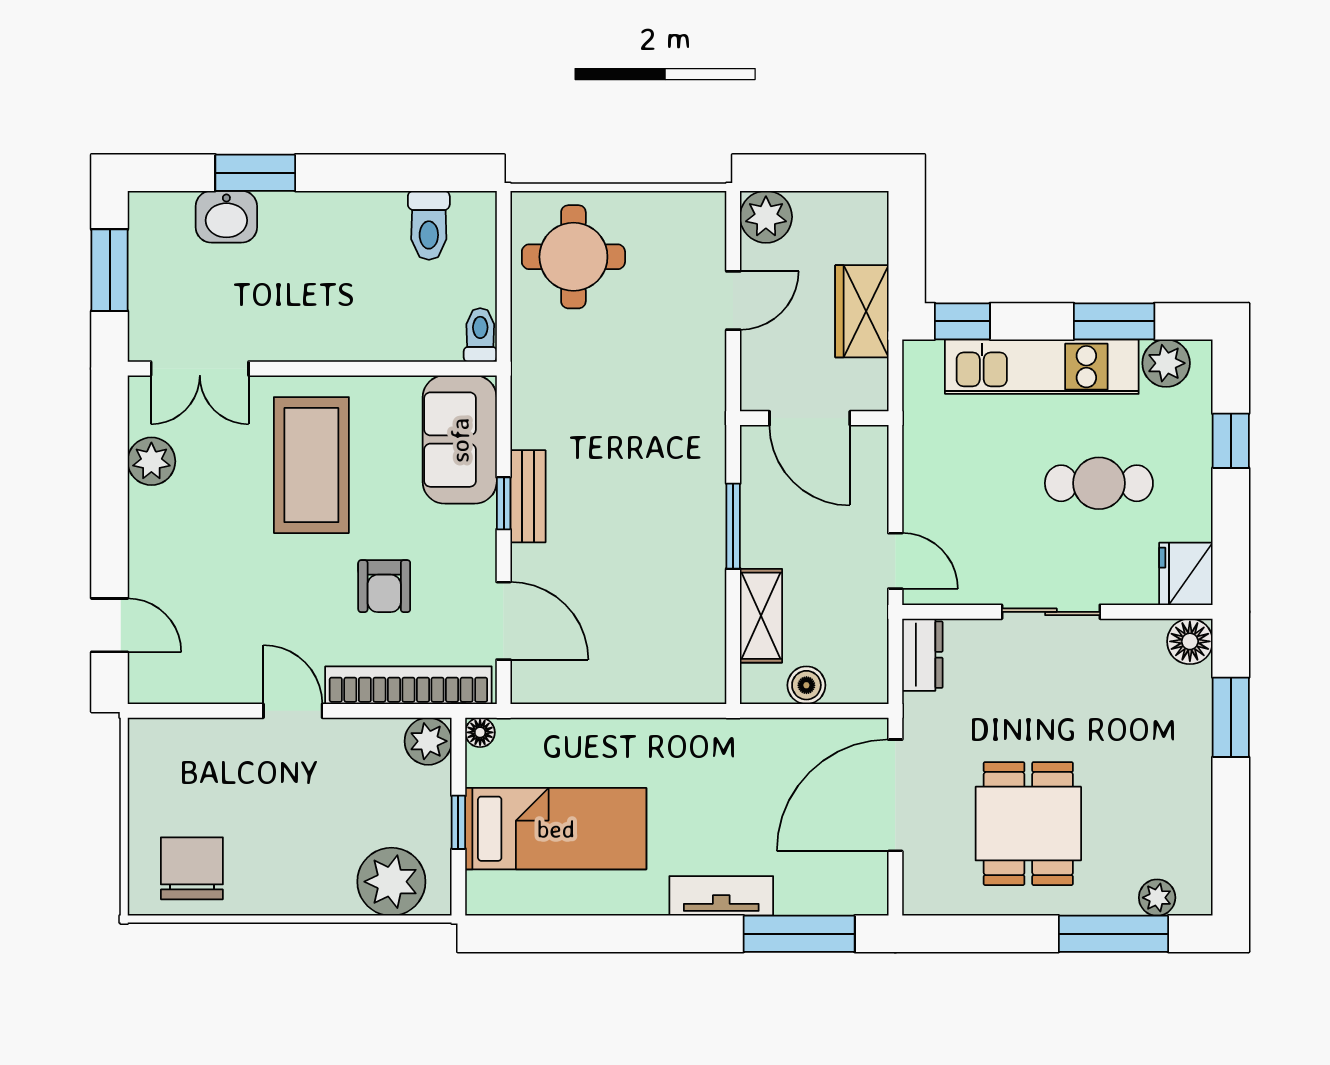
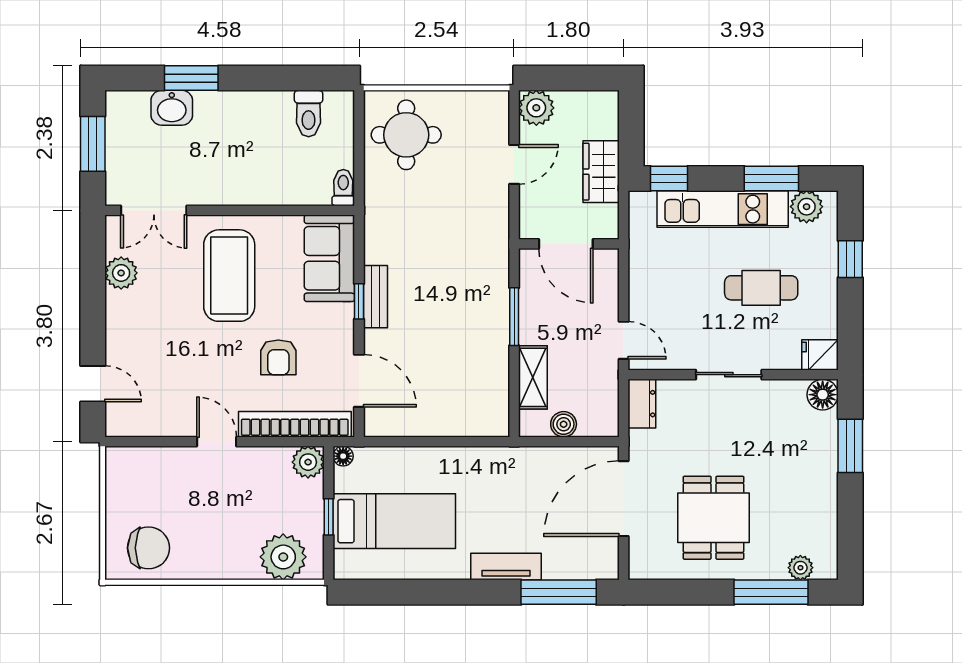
fridge: (1186, 574) -> (820, 355), width x0.72
chair: (192, 868) -> (148, 548), turned 90

